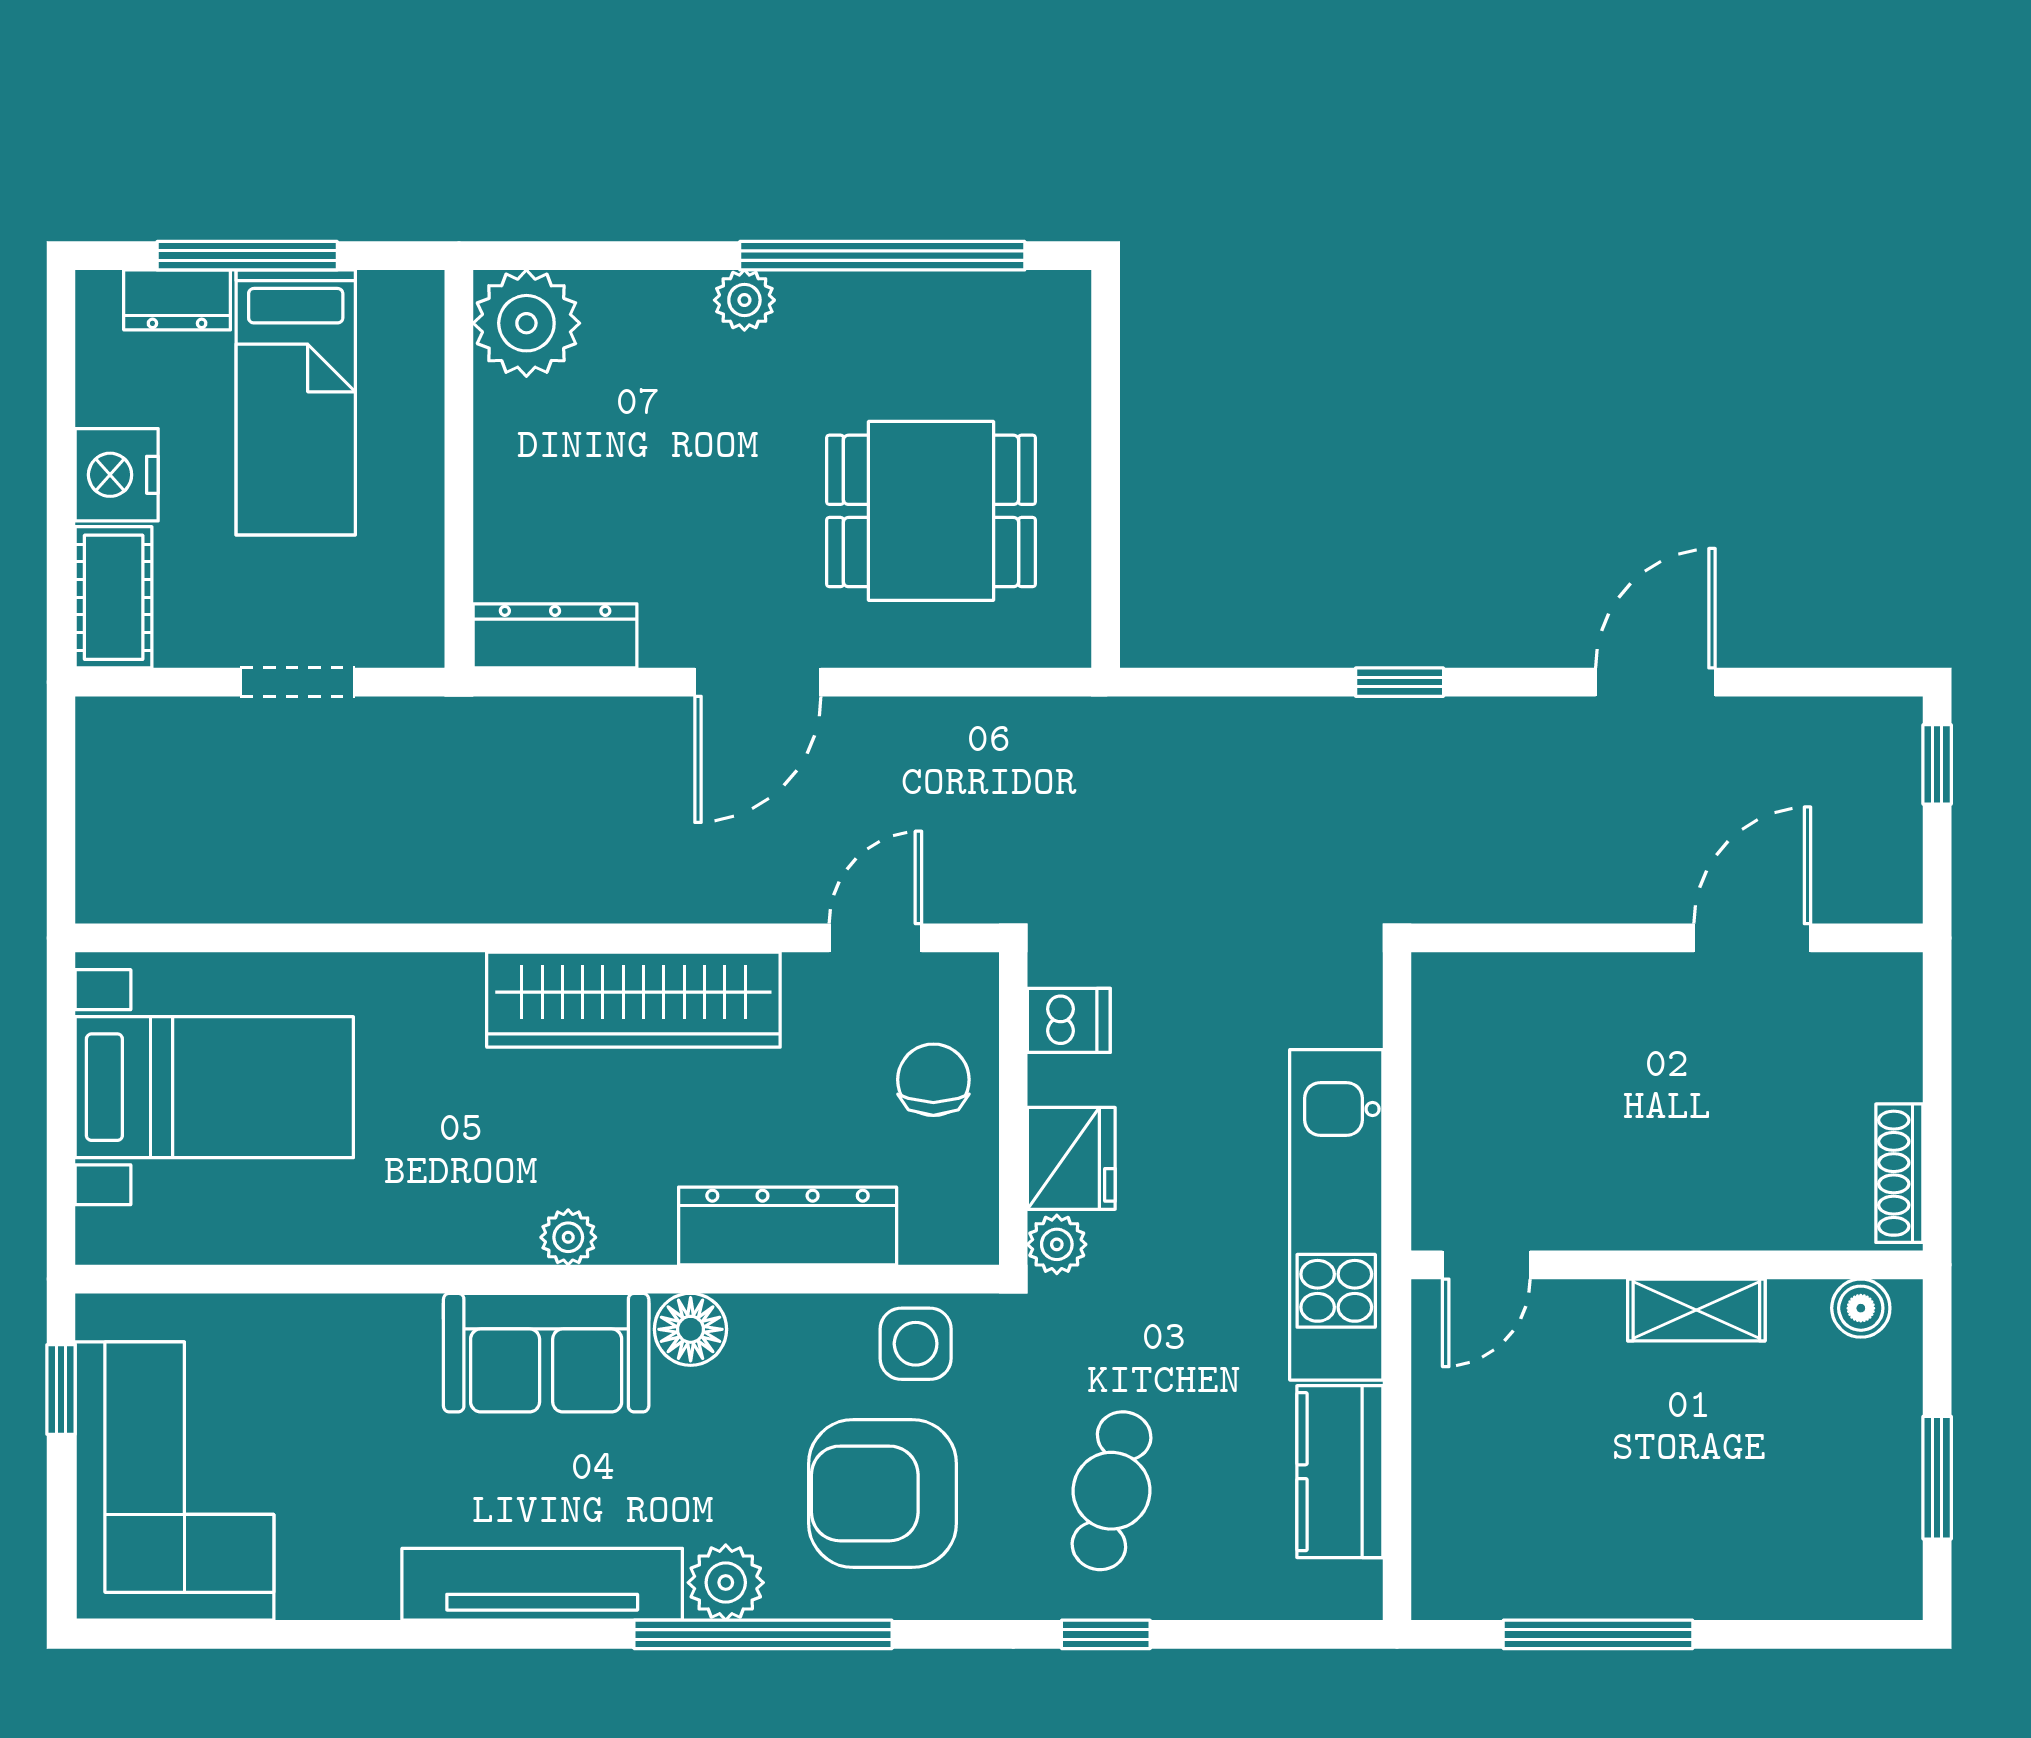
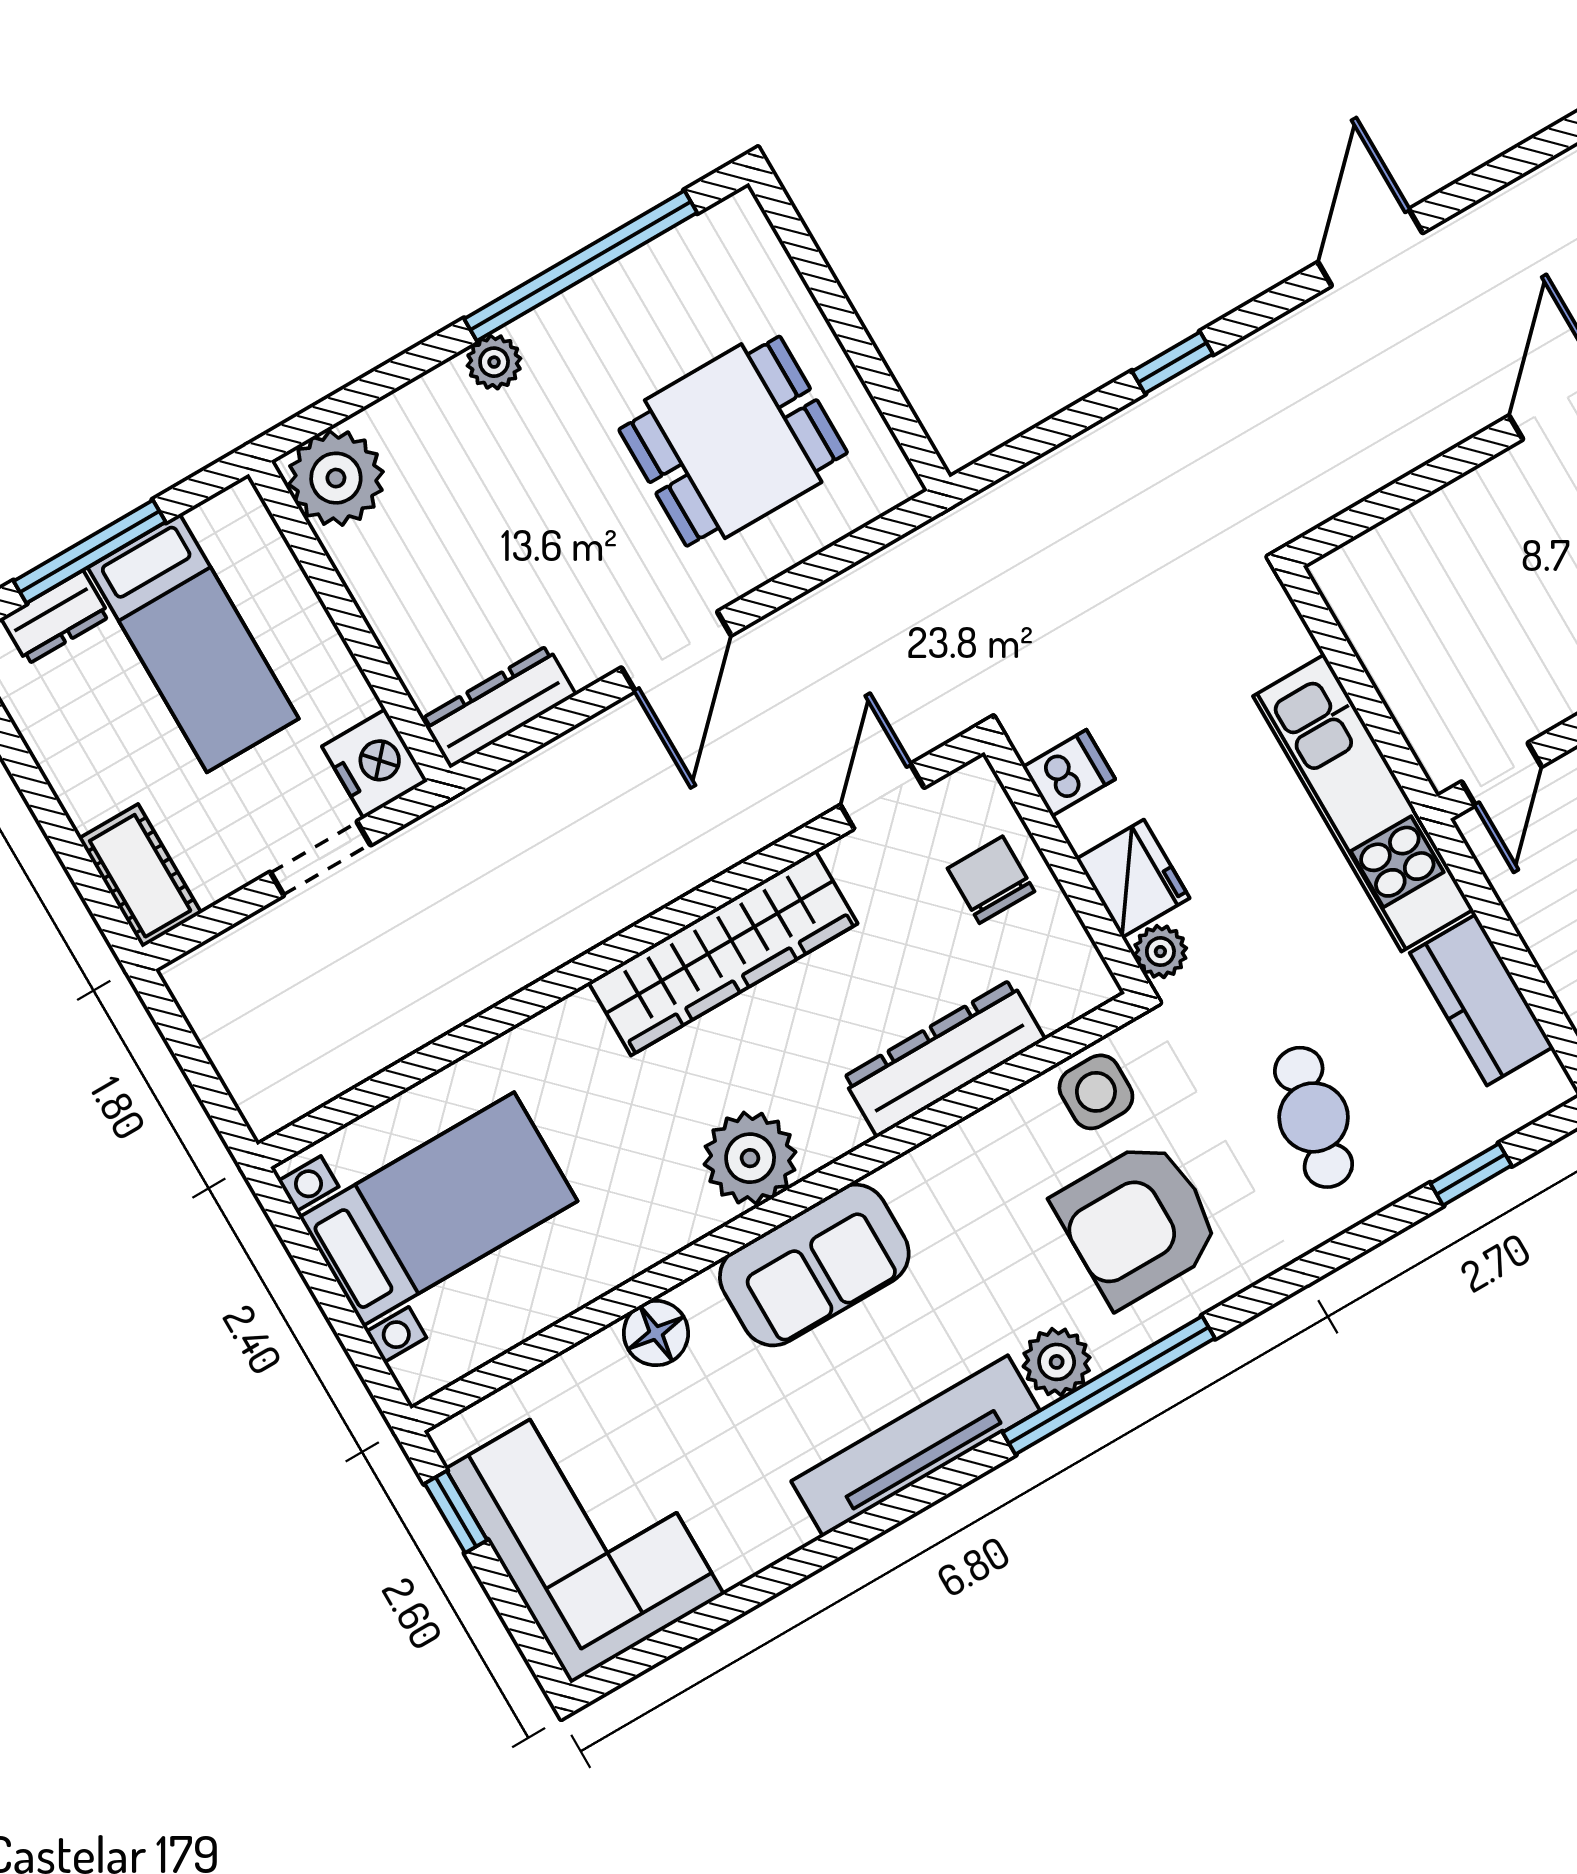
nightstand: (117, 475) -> (375, 763), moved, turned 180
plant: (568, 1237) -> (750, 1158), width x1.87, depth x1.87
floor lamp: (691, 1329) -> (656, 1333), moved
window: (1106, 1634) -> (1471, 1174), moved

